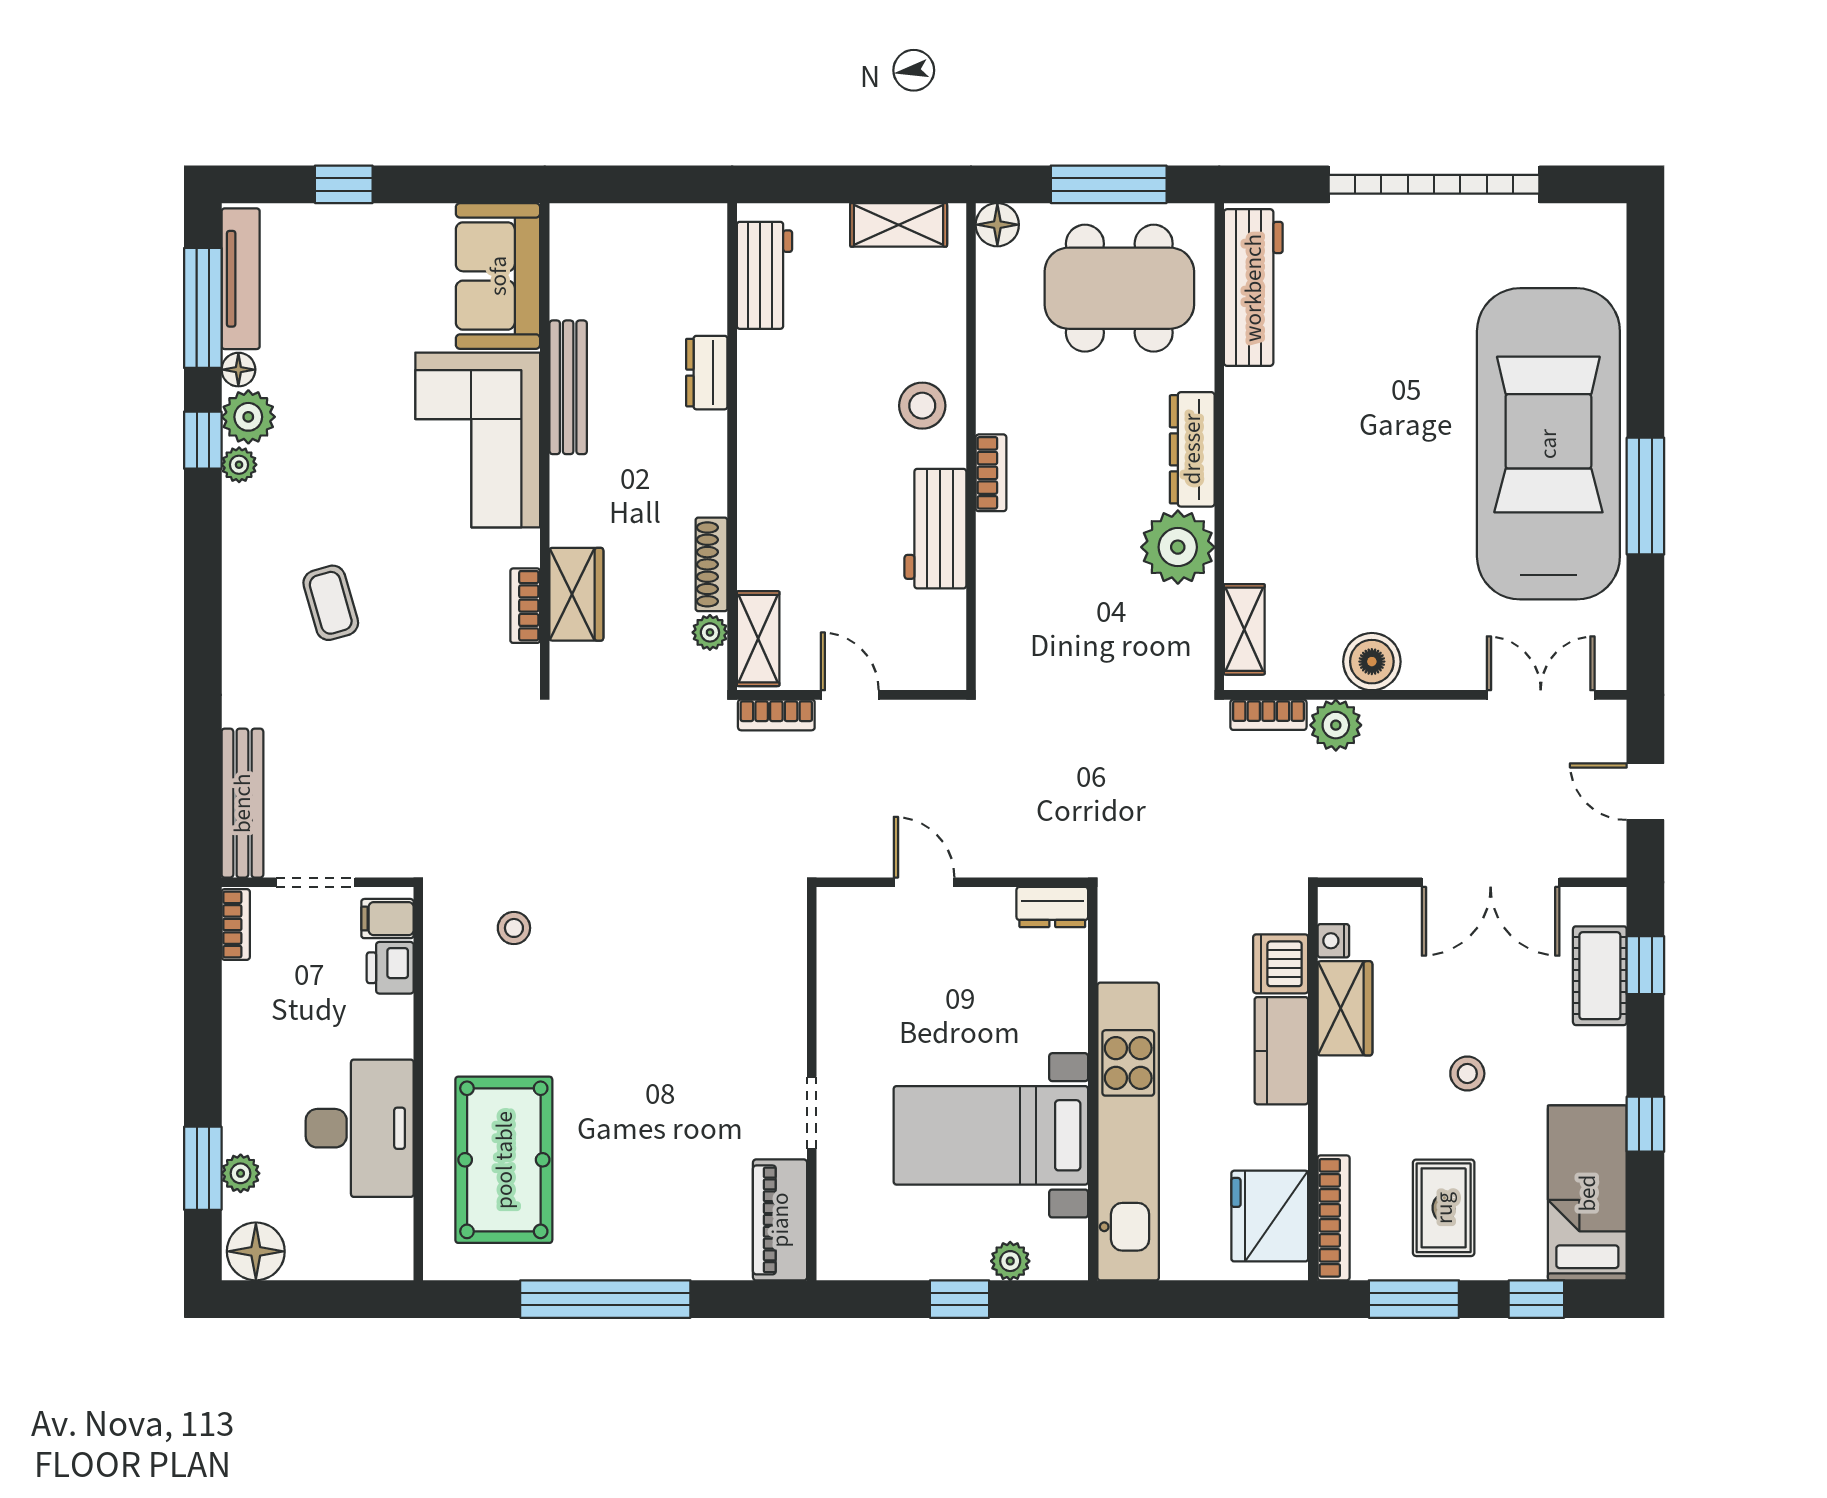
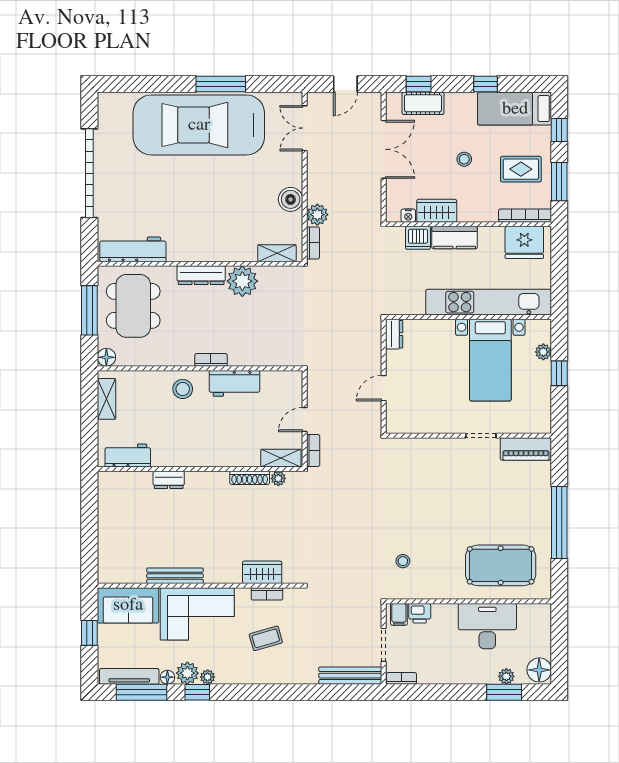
sofa: (498, 276) -> (128, 605), moved
bench: (568, 387) -> (175, 576), moved
corner sofa: (478, 440) -> (197, 614), moved
wall: (545, 447) -> (200, 586), moved
wardrobe: (576, 594) -> (262, 572), moved
bookcase: (525, 606) -> (267, 594), moved

